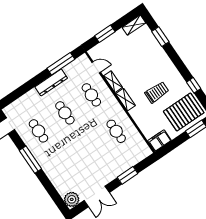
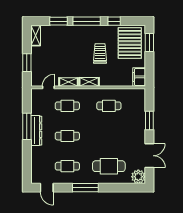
window: (177, 61) -> (87, 21), added
window: (61, 64) -> (27, 126), moved
cafe table: (63, 167) -> (109, 166), added

